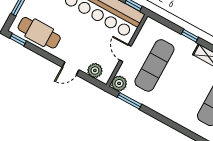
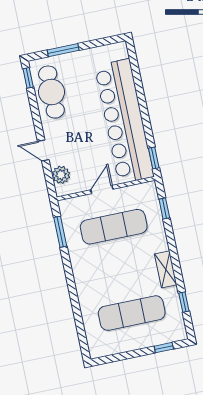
window: (190, 36) -> (164, 209), moved
plant: (119, 83) -> (68, 208), removed

